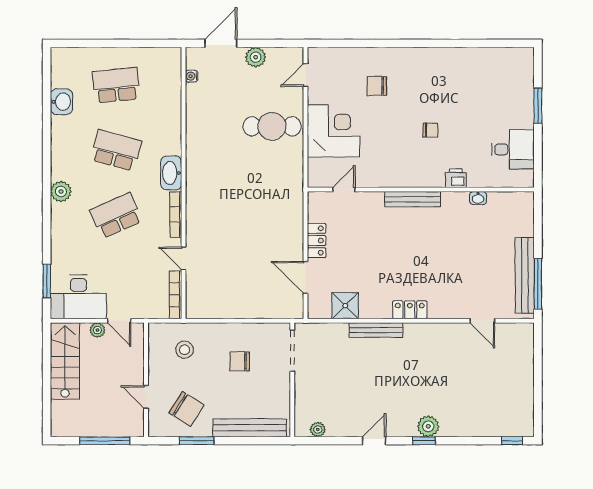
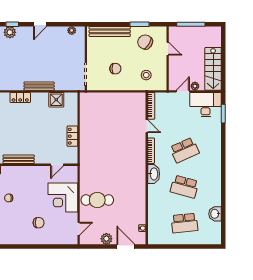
door: (221, 43) -> (126, 246), swing flipped
plant: (61, 191) -> (215, 164), removed
door: (305, 277) -> (79, 116), removed
door: (119, 321) -> (183, 91), hinge flipped

